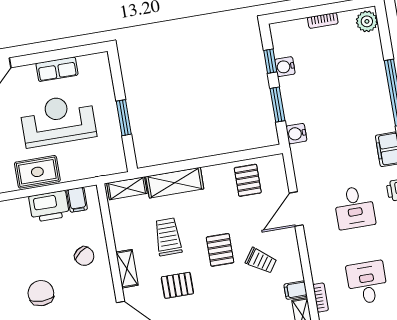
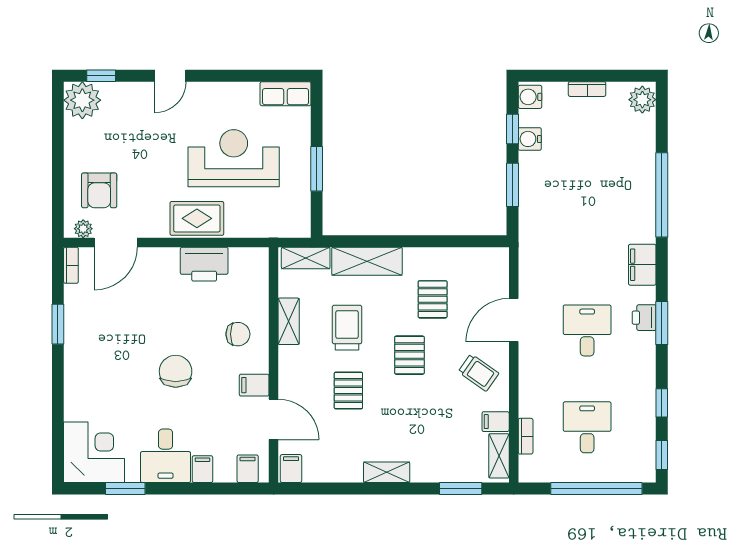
row of seats: (57, 69) -> (286, 94), moved
water cooler: (296, 134) -> (530, 97), moved
pallet: (248, 180) -> (433, 299), moved
filing cabinet: (77, 200) -> (254, 385), moved, turned 90
desk: (354, 208) -> (587, 331), turned 180
chair: (84, 256) -> (238, 334), turned -53
trolley: (261, 261) -> (479, 373), moved
shelving: (127, 269) -> (289, 321), moved
pallet: (177, 285) -> (348, 390), turned 90

